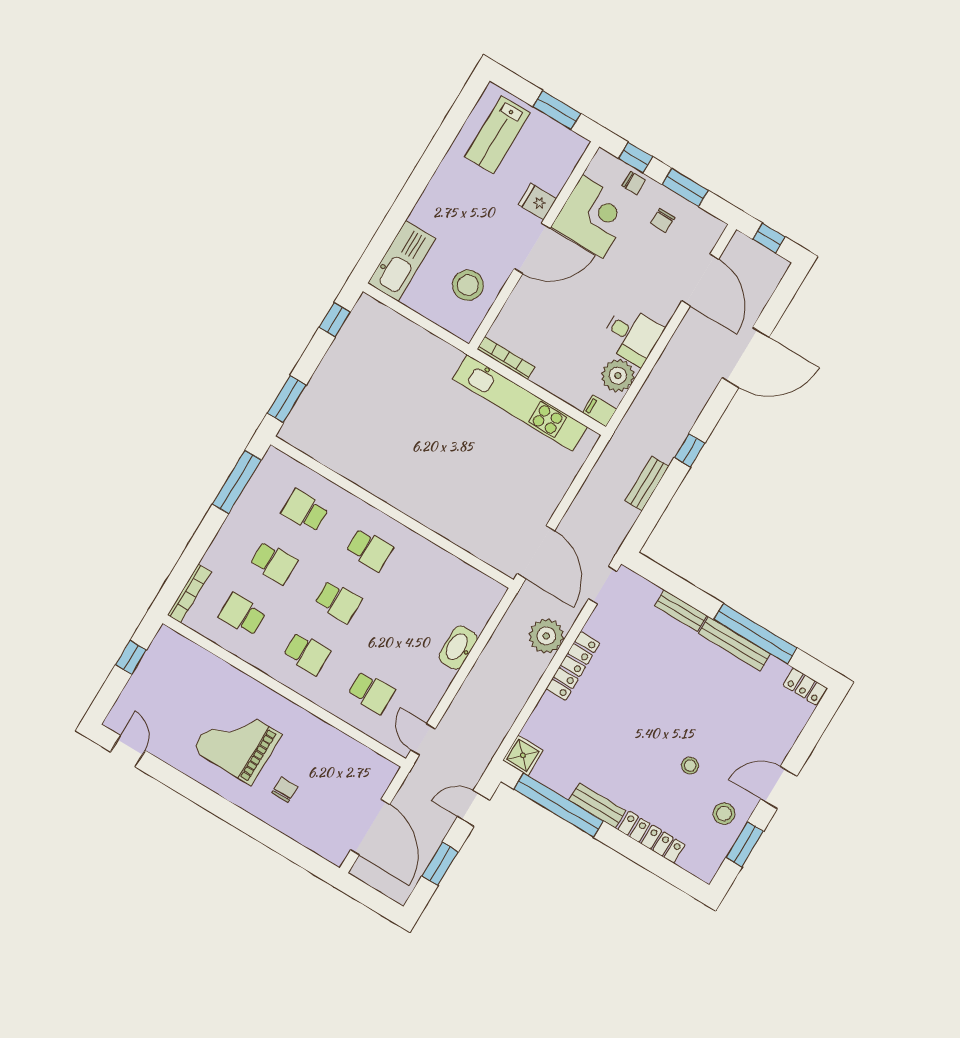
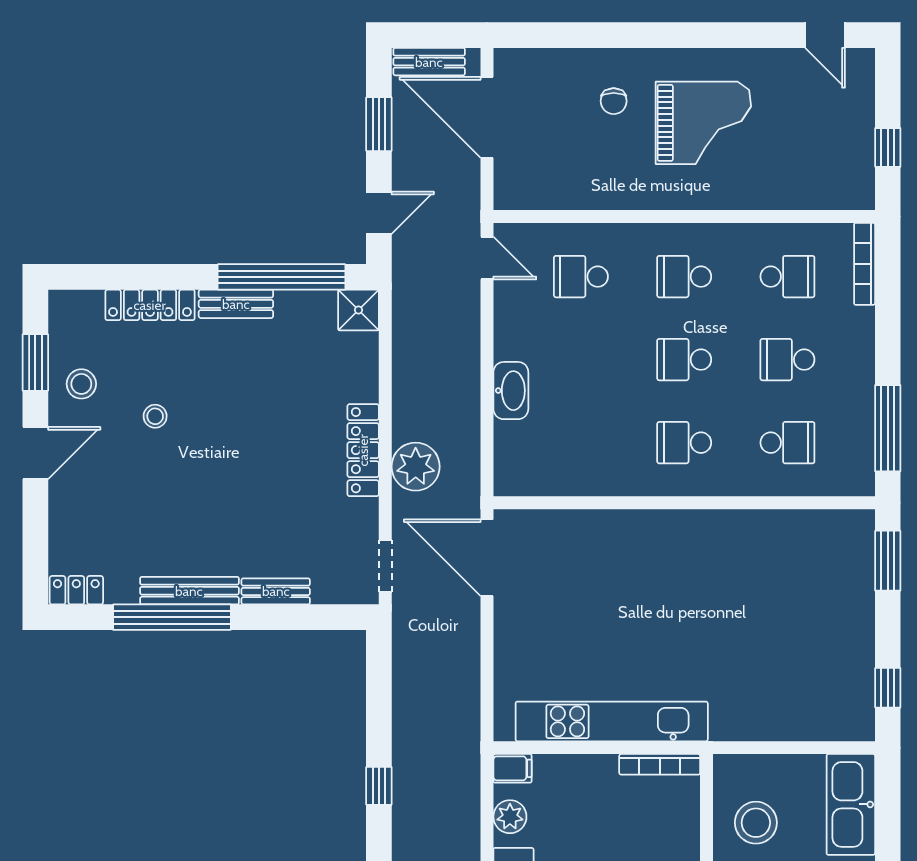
plant: (618, 376) -> (510, 817), width x0.73, depth x0.73
bench: (647, 484) -> (429, 62), moved, turned 90

